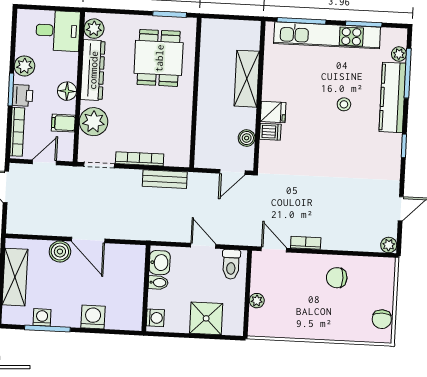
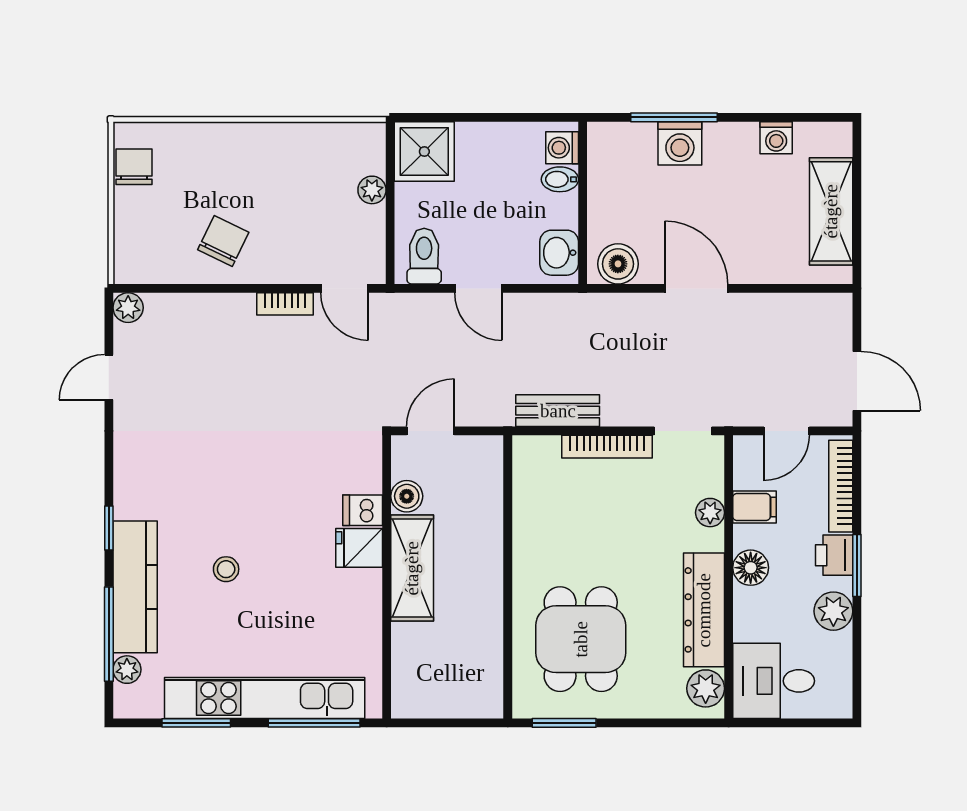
shelving: (247, 79) -> (412, 568), moved
plant: (94, 122) -> (710, 513), width x0.53, depth x0.53
window: (404, 146) -> (109, 528), moved
boiler: (60, 252) -> (618, 264), moved
chair: (337, 278) -> (223, 241), turned -64
bidet: (158, 283) -> (560, 179), moved
shower: (206, 318) -> (424, 152), moved
window: (47, 328) -> (674, 117), moved

